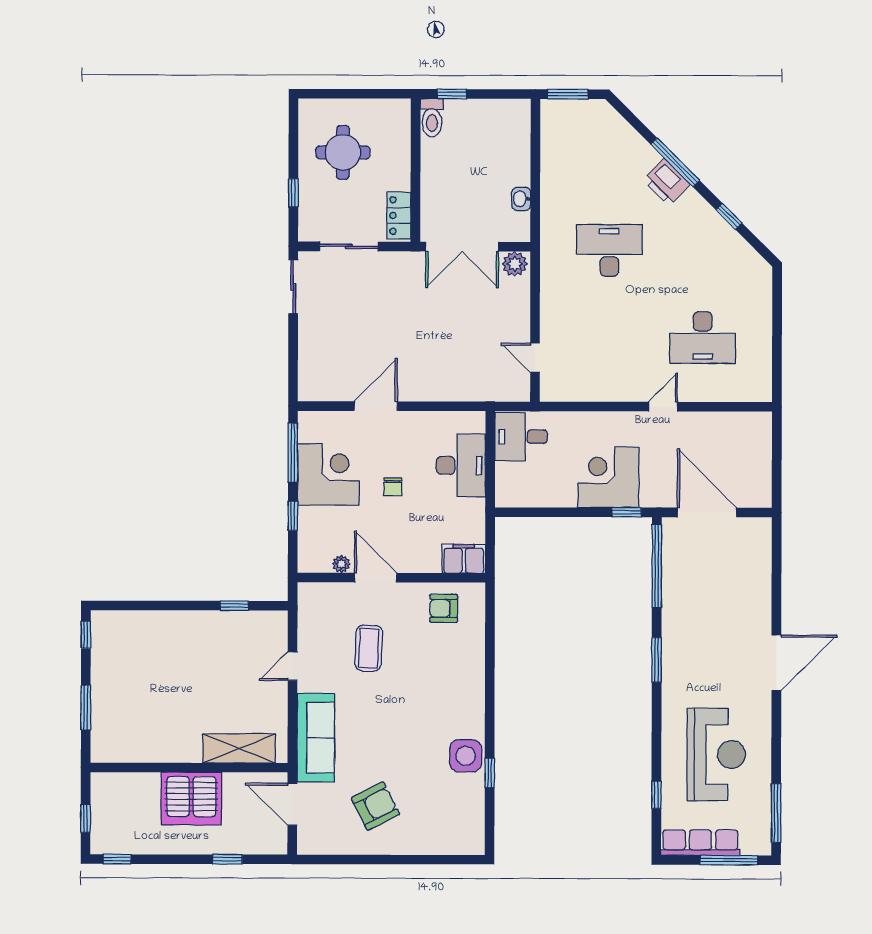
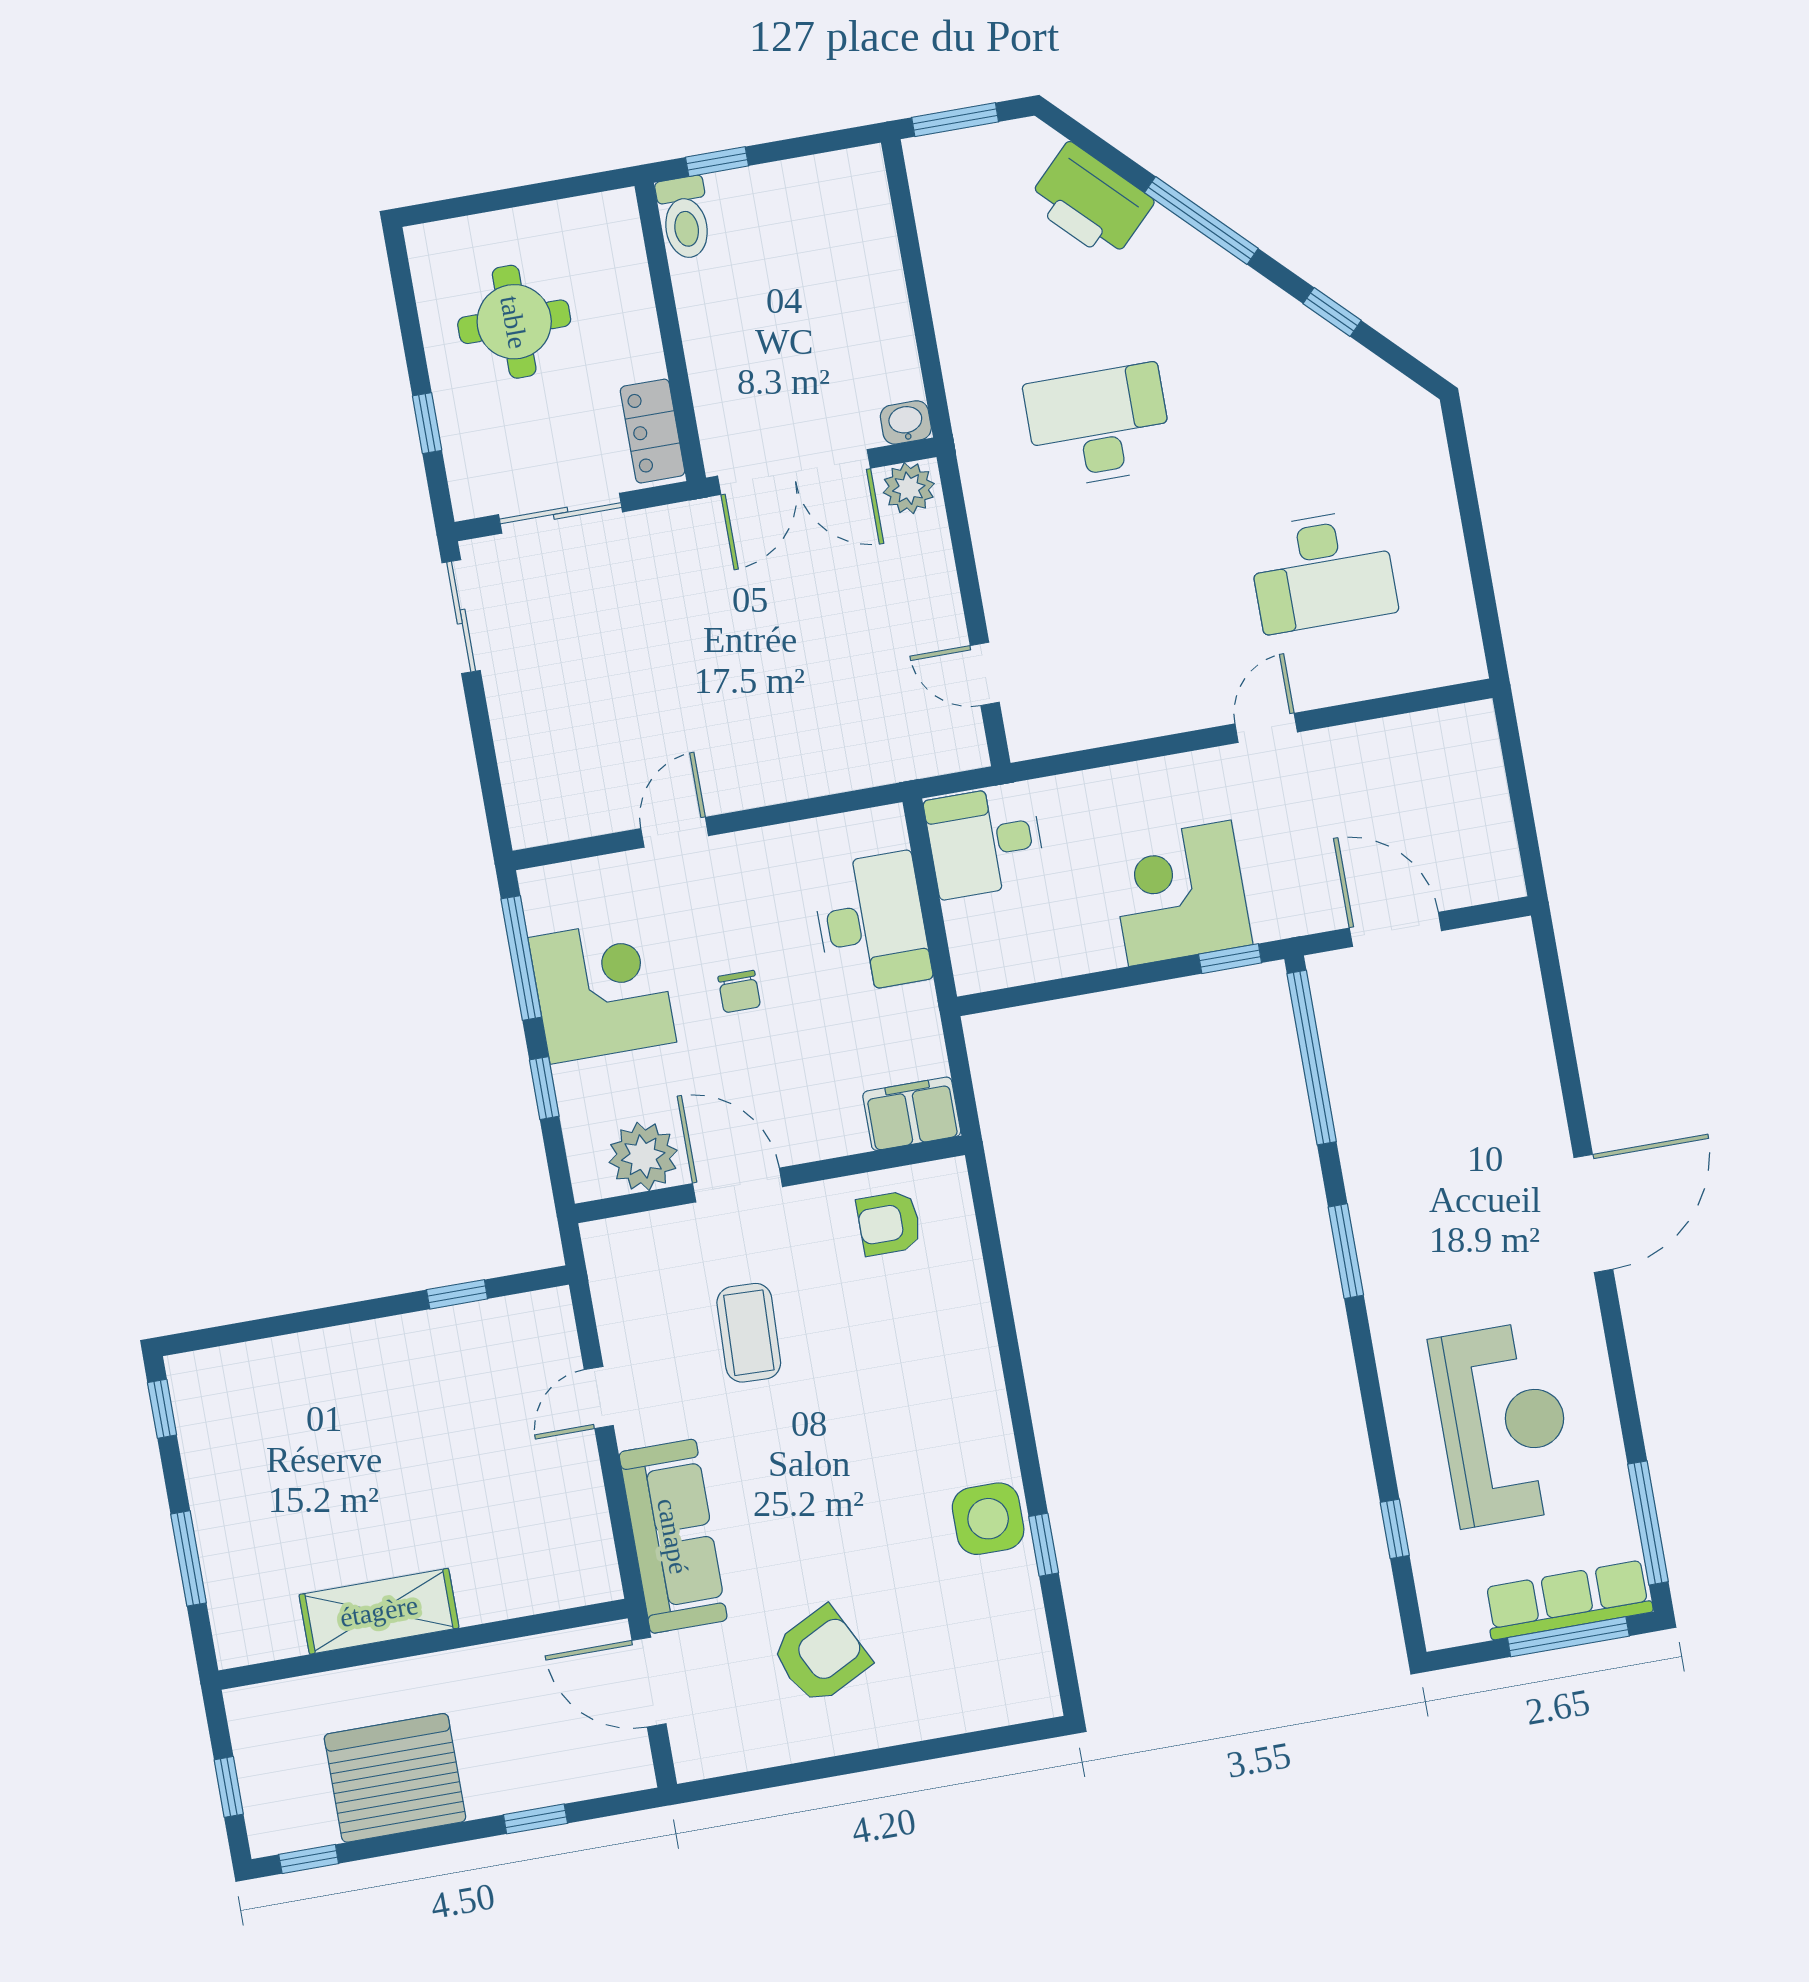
printer: (667, 182) -> (1090, 202), moved, width x1.37, depth x1.19
washbasin: (521, 199) -> (906, 422), moved, turned 90
door: (376, 406) -> (675, 832), width x0.73
door: (707, 512) -> (1395, 929), width x0.73
plant: (341, 564) -> (643, 1156), width x1.87, depth x1.87
shelving: (239, 748) -> (379, 1611), moved
server rack: (191, 799) -> (395, 1778), moved, turned 180
row of seats: (700, 843) -> (1568, 1600), moved

